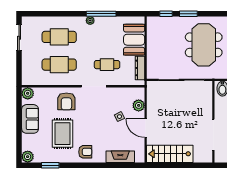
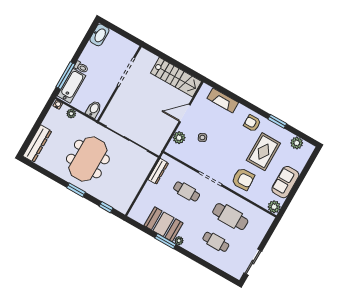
window: (101, 14) -> (165, 241), width x0.69
window: (188, 14) -> (76, 190), moved
cafe table: (59, 37) -> (216, 242), width x0.73, depth x0.74
booth: (134, 40) -> (164, 224), moved, turned 90
armchair: (66, 101) -> (243, 179), turned 87
door: (146, 128) -> (185, 113), swing flipped
plant: (28, 157) -> (297, 143), moved
window: (50, 165) -> (277, 121), moved

